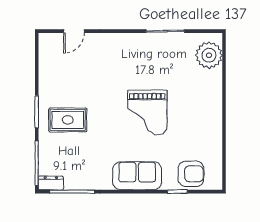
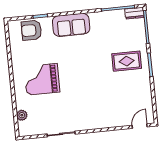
door: (74, 31) -> (140, 126), moved
plant: (209, 55) -> (22, 115), width x0.53, depth x0.53
grand piano: (147, 112) -> (42, 79), moved, turned -90

